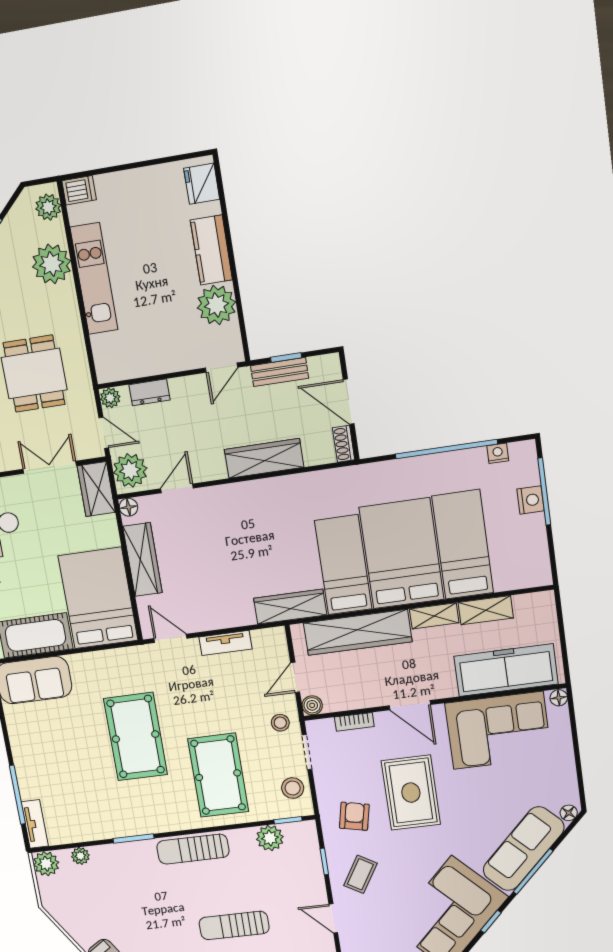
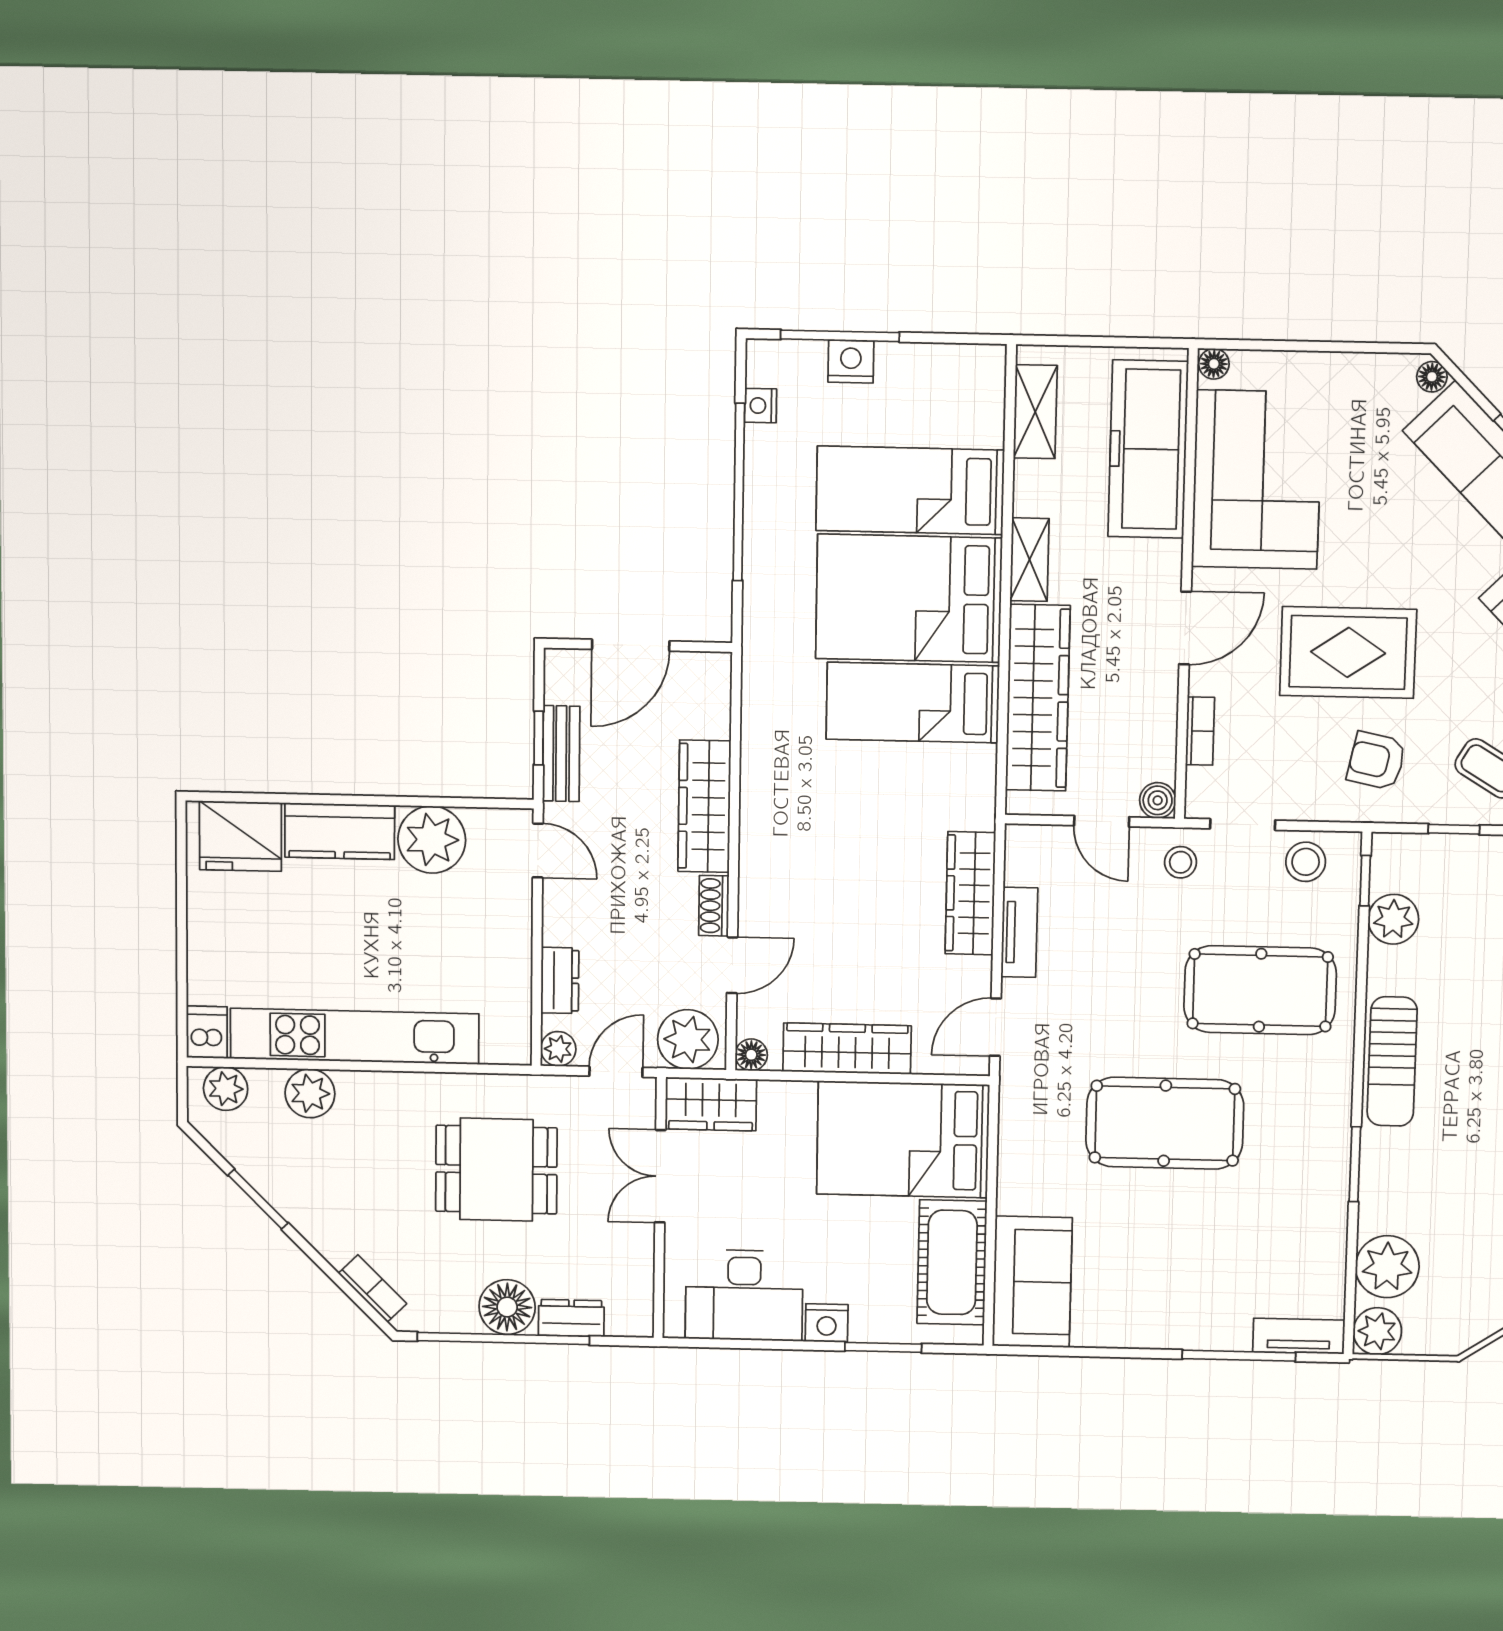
fridge: (202, 184) -> (240, 836), width x1.36, depth x1.34
plant: (52, 264) -> (310, 1093), width x0.73, depth x0.73
kitchen unit: (94, 279) -> (355, 1036), width x1.36
shoe rack: (344, 444) -> (714, 906), moved, turned 90
door: (177, 488) -> (732, 965), swing flipped
wardrobe: (290, 607) -> (970, 893), moved
shelving: (486, 610) -> (1035, 412), moved
plant: (80, 856) -> (1387, 1267), width x1.88, depth x1.88

